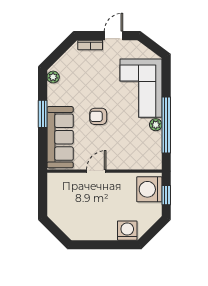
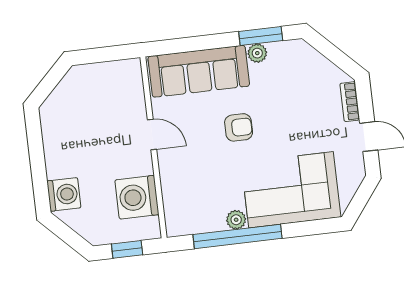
plant: (53, 77) -> (257, 53), moved
window: (43, 114) -> (261, 36), moved
armchair: (98, 116) -> (239, 127), turned 90
washing machine: (149, 189) -> (137, 197), moved, turned -90

